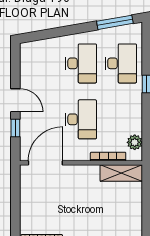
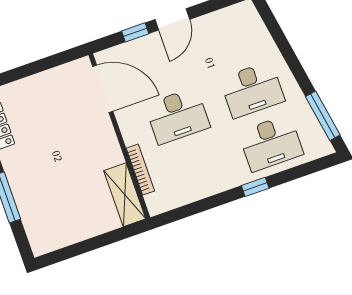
plant: (135, 142) -> (172, 198), removed

